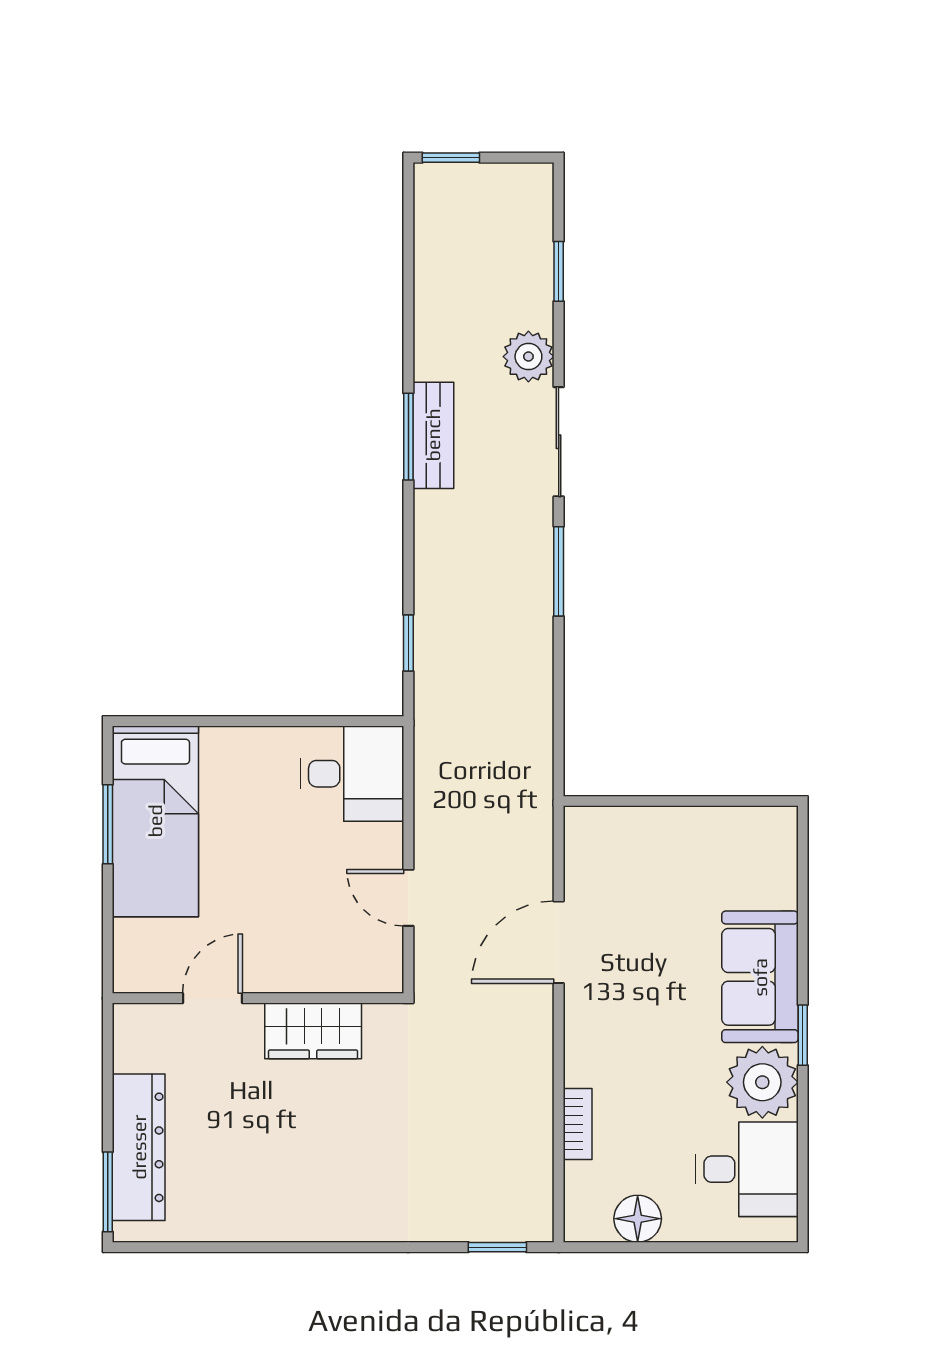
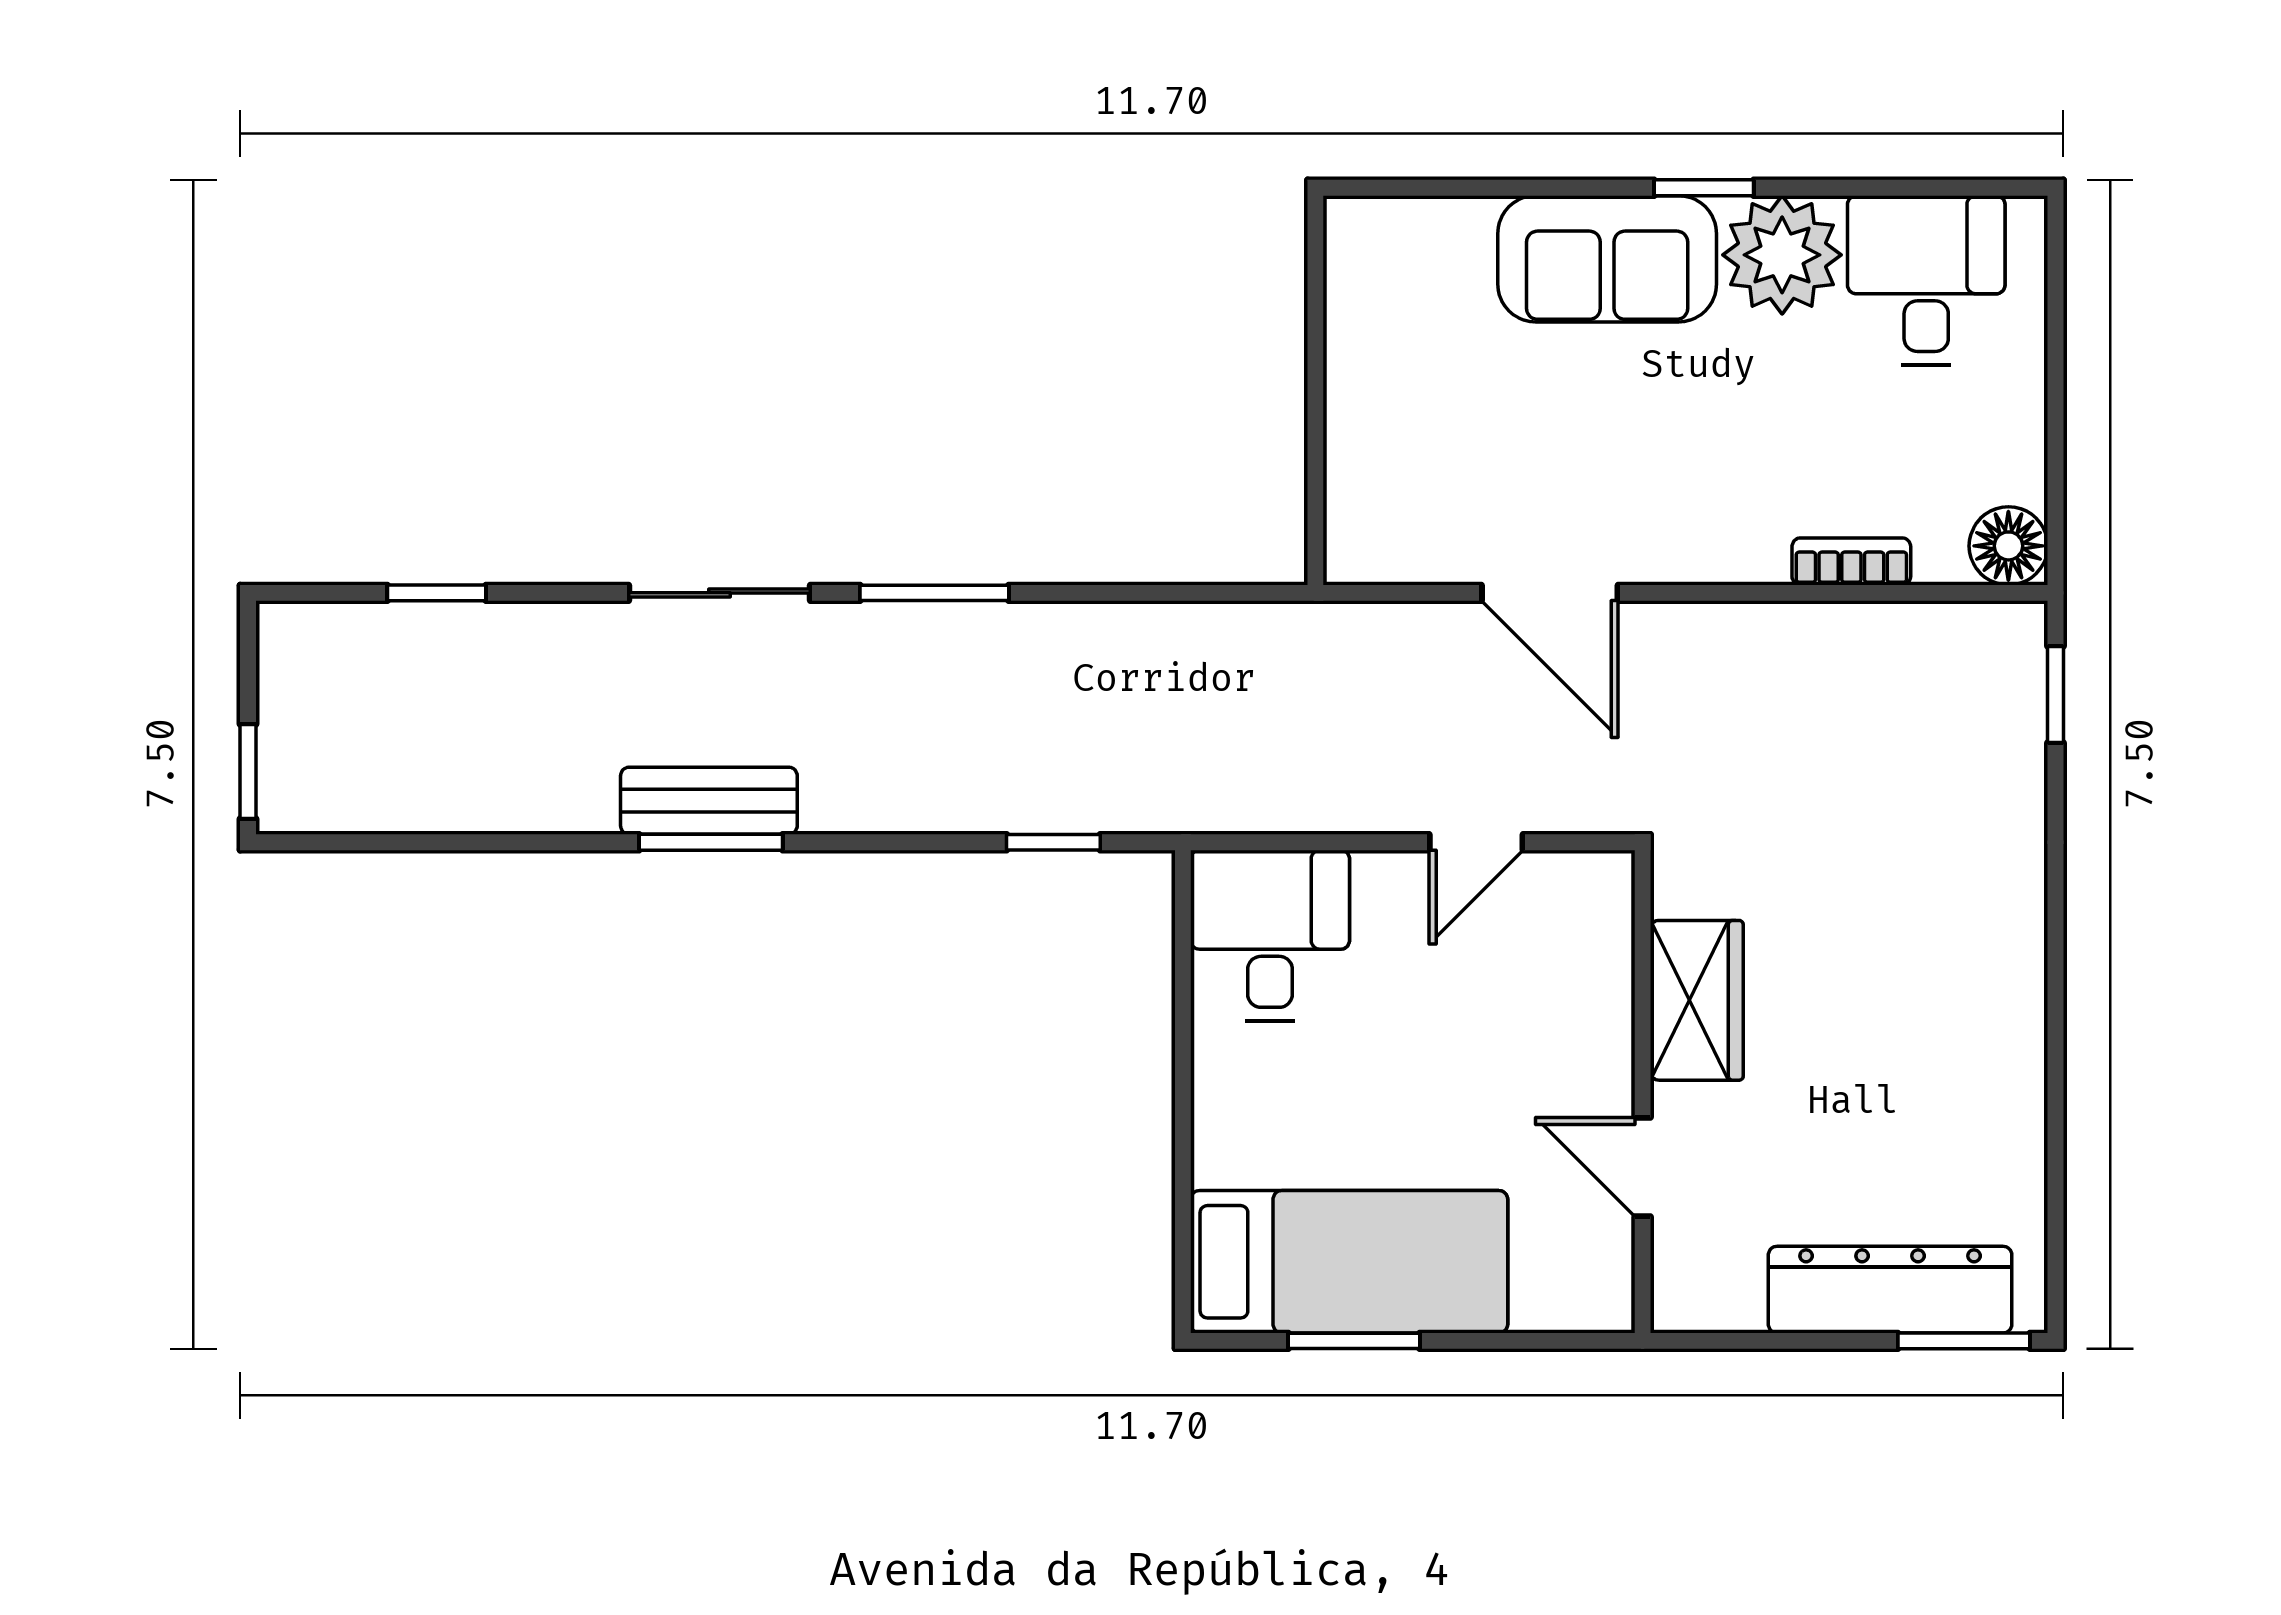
plant: (528, 357) -> (578, 643), removed
floor lamp: (638, 1219) -> (2008, 546), moved

